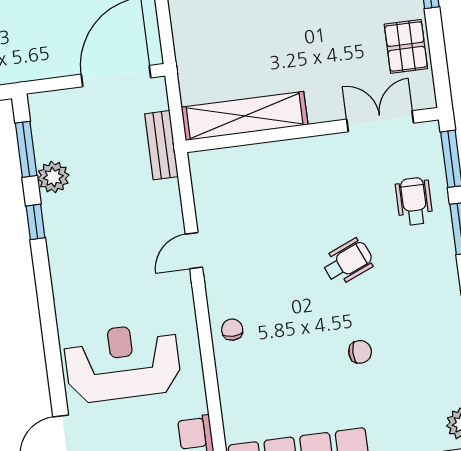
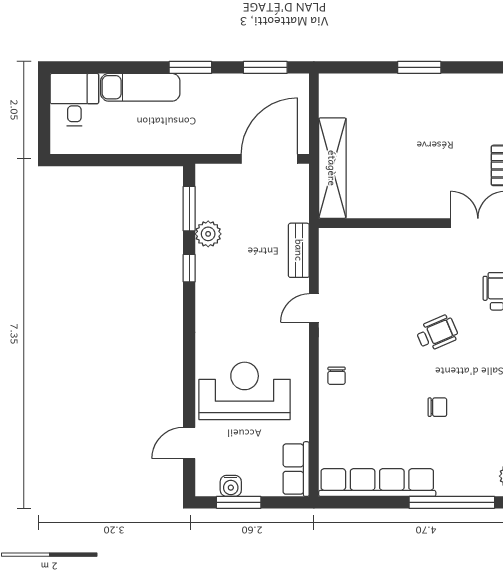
shelving: (245, 116) -> (332, 168), moved, turned 90
bench: (161, 145) -> (299, 250), moved
chair: (232, 330) -> (337, 376), turned 180

